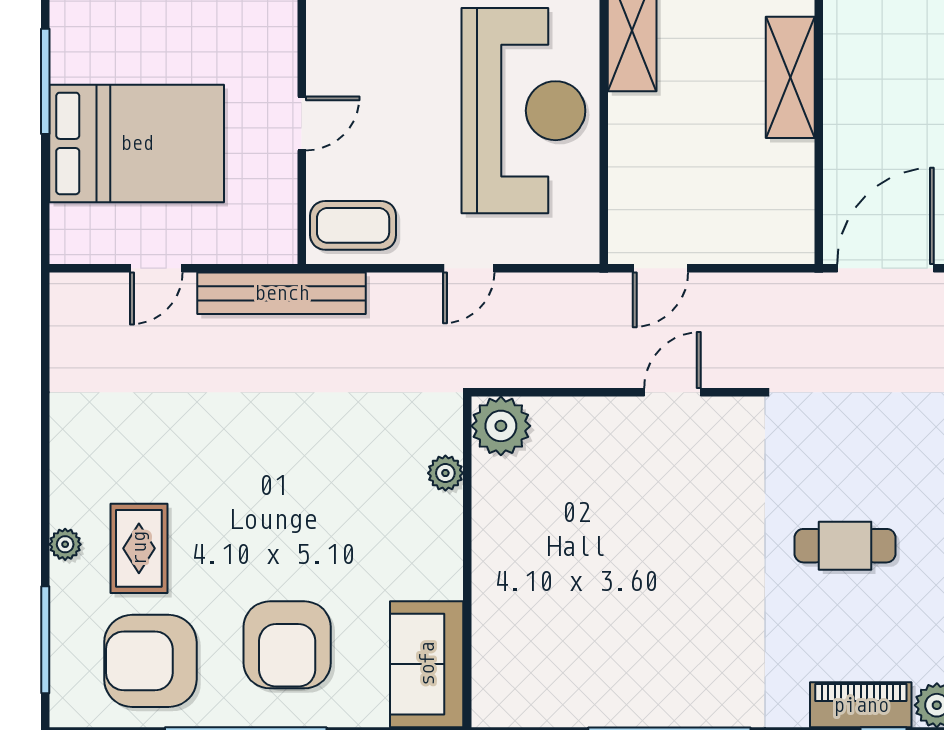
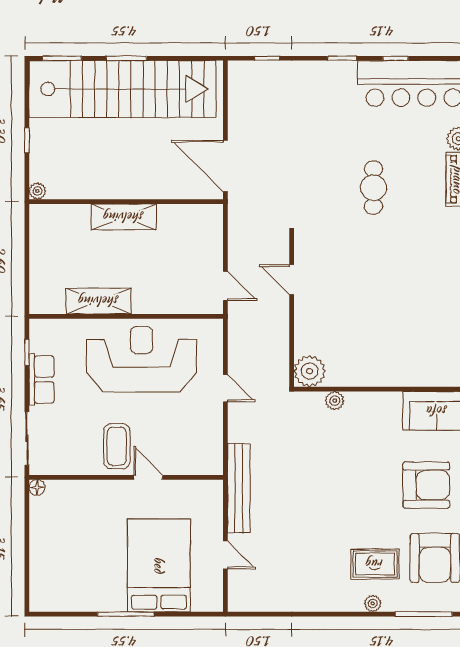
coffee table: (353, 225) -> (117, 446), moved

